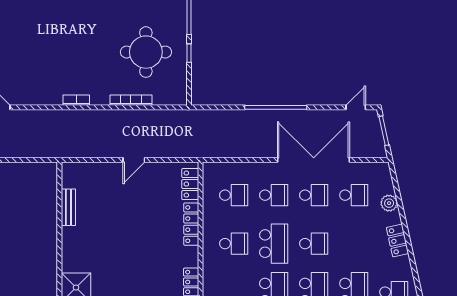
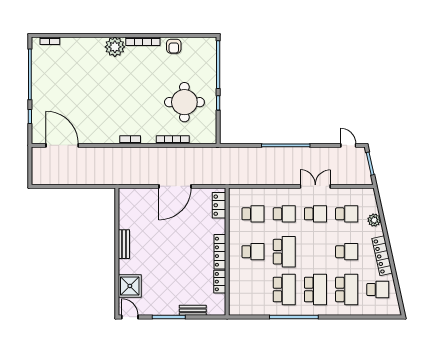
door: (356, 107) -> (348, 145), hinge flipped
door: (134, 160) -> (175, 186), width x1.87
double door: (314, 160) -> (315, 186), width x0.54
bench: (68, 207) -> (124, 244), moved
locker: (191, 224) -> (220, 252), moved
locker: (398, 241) -> (382, 256), width x1.53
school desk: (314, 244) -> (347, 252), moved

